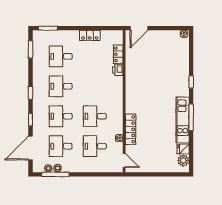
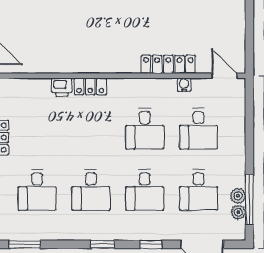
locker: (118, 54) -> (90, 87), moved
door: (124, 160) -> (224, 76), hinge flipped

